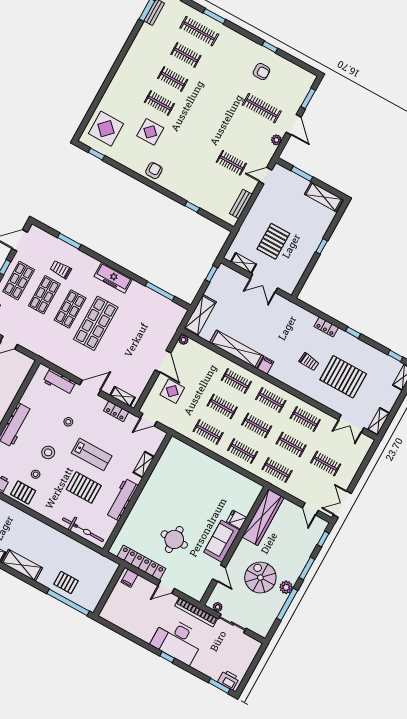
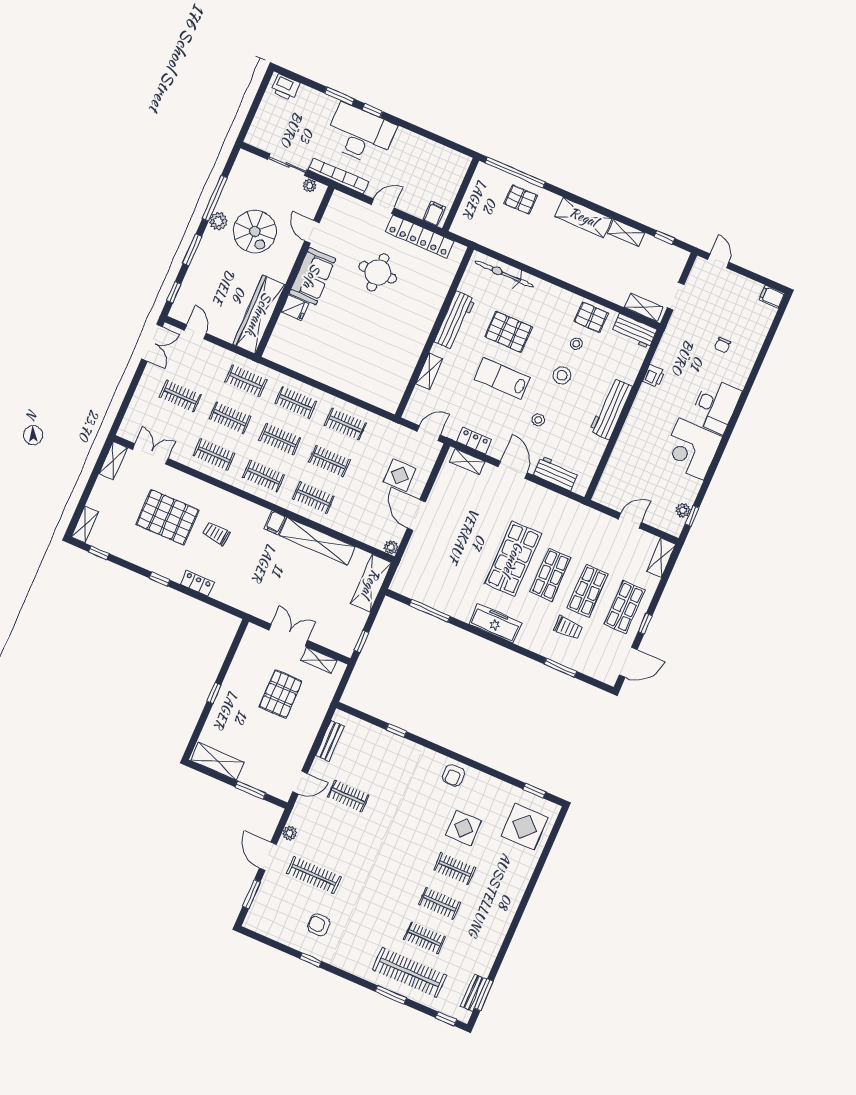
clothes rail: (199, 31) -> (410, 972), width x1.37, depth x1.31
door: (90, 388) -> (513, 470), swing flipped
window: (219, 686) -> (340, 96), moved

